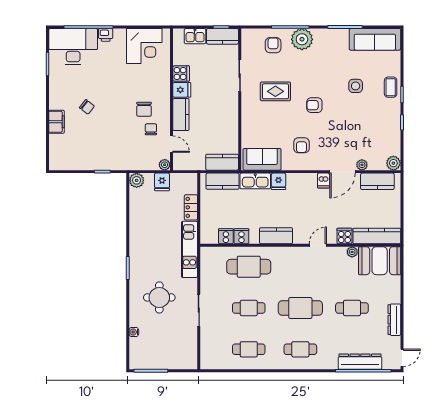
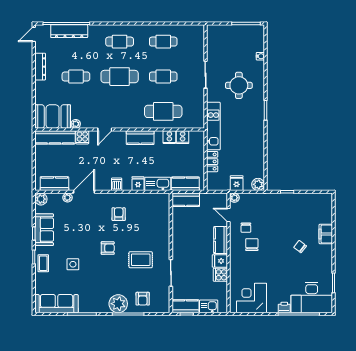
sofa: (262, 159) -> (44, 230), moved, turned -90
dishwasher: (323, 181) -> (117, 184), moved

